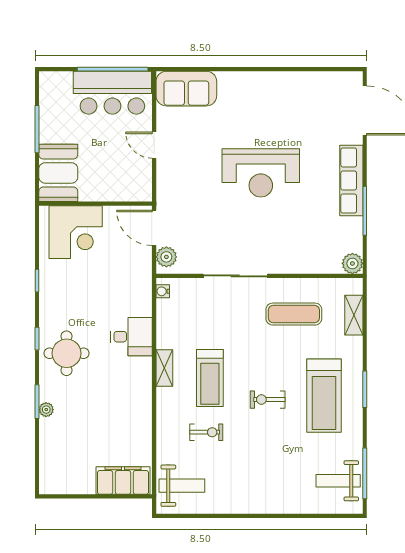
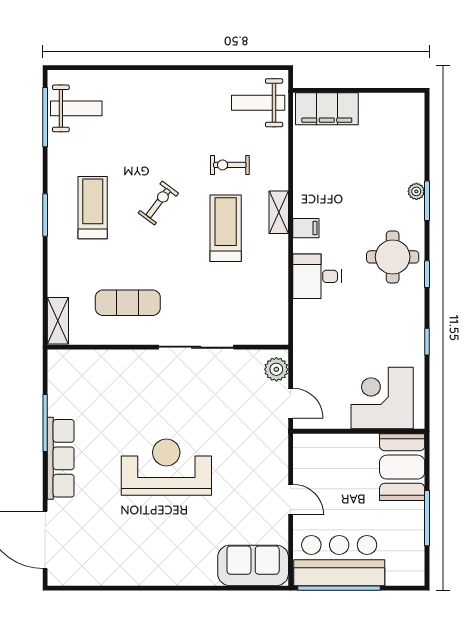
door: (154, 228) -> (291, 403), width x0.73
plant: (352, 263) -> (60, 362), removed
water cooler: (163, 291) -> (281, 329), removed
shelving: (354, 315) -> (58, 321), moved
shelving: (164, 368) -> (279, 212), moved
filing cabinet: (141, 378) -> (306, 228), added
treadmill: (324, 396) -> (93, 208), width x0.73, depth x0.73
exercise bike: (268, 400) -> (158, 203), turned -53

